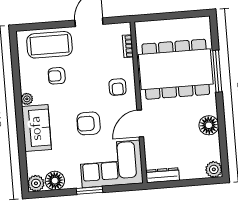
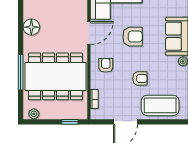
window: (155, 17) -> (70, 122), added
plant: (198, 23) -> (34, 114), added
armchair: (57, 76) -> (140, 79), moved

